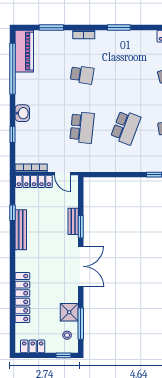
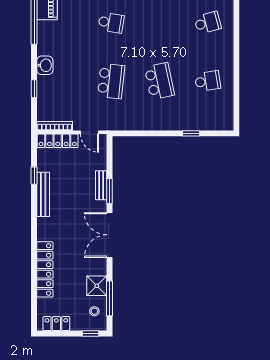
school desk: (126, 127) -> (159, 81), turned -33
double door: (81, 266) -> (110, 235), swing flipped

